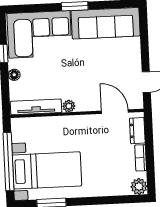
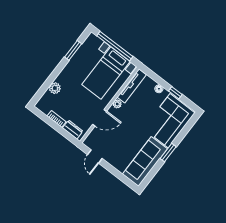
door: (115, 112) -> (100, 118), moved
bed with nightstands: (47, 170) -> (106, 73), moved
plant: (139, 186) -> (55, 88), moved

